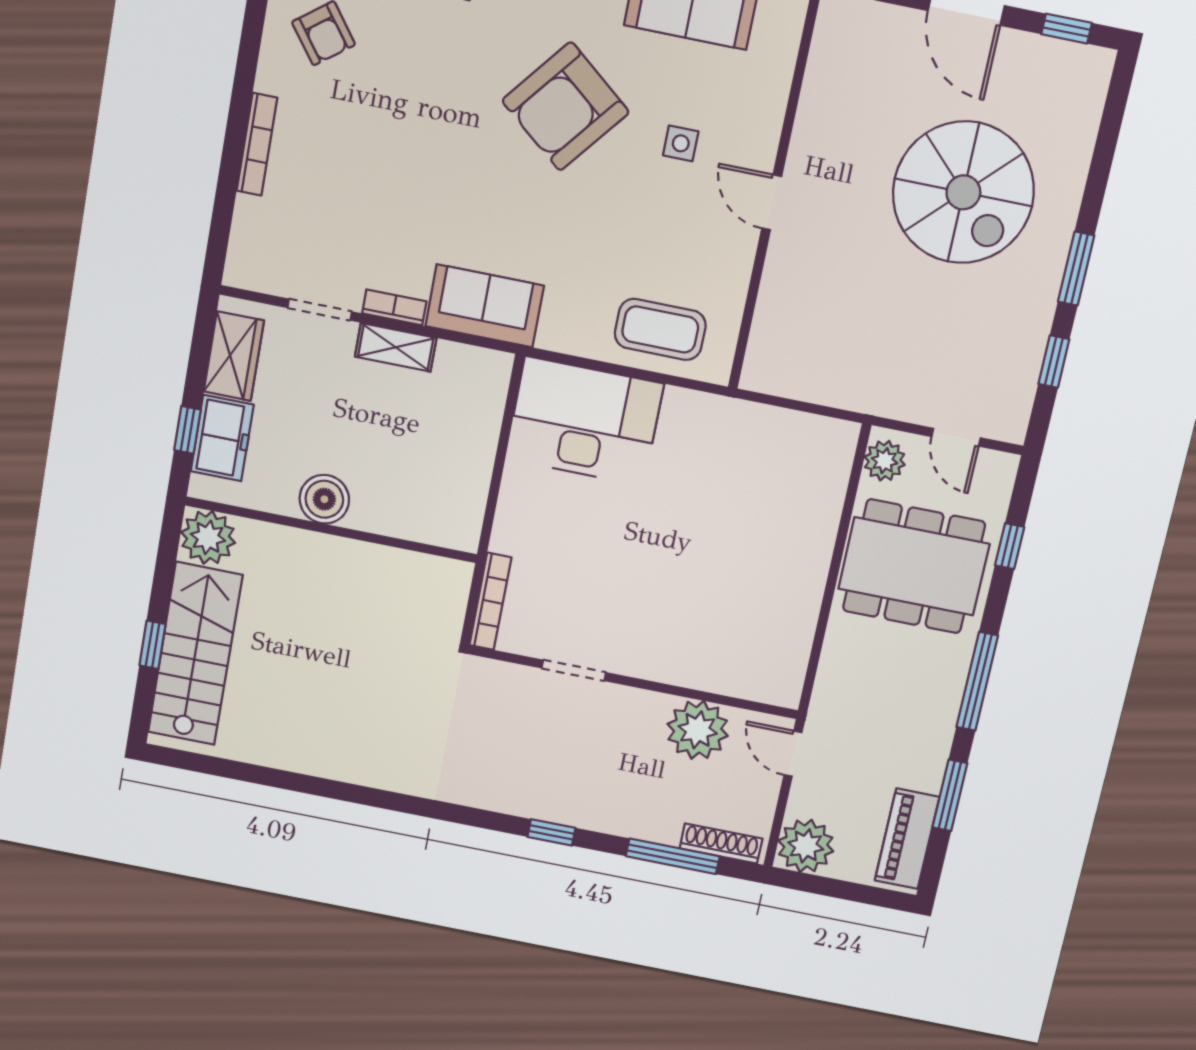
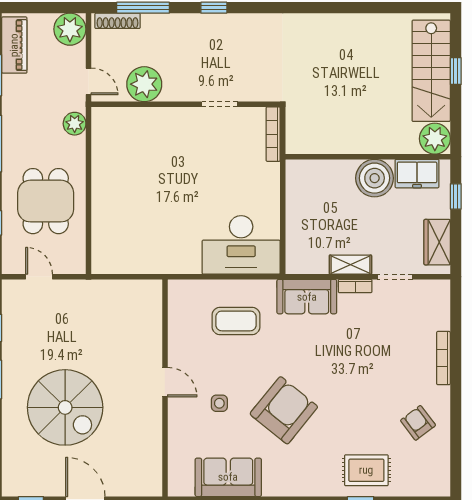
spiral stairs: (963, 192) -> (65, 407), turned 180
coffee table: (660, 329) -> (236, 321), moved
freezer: (222, 438) -> (417, 174), moved, turned -90
plant: (885, 461) -> (75, 124), moved
boiler: (324, 499) -> (375, 178), width x1.37, depth x1.37
dining table: (914, 566) -> (46, 201), width x0.73

